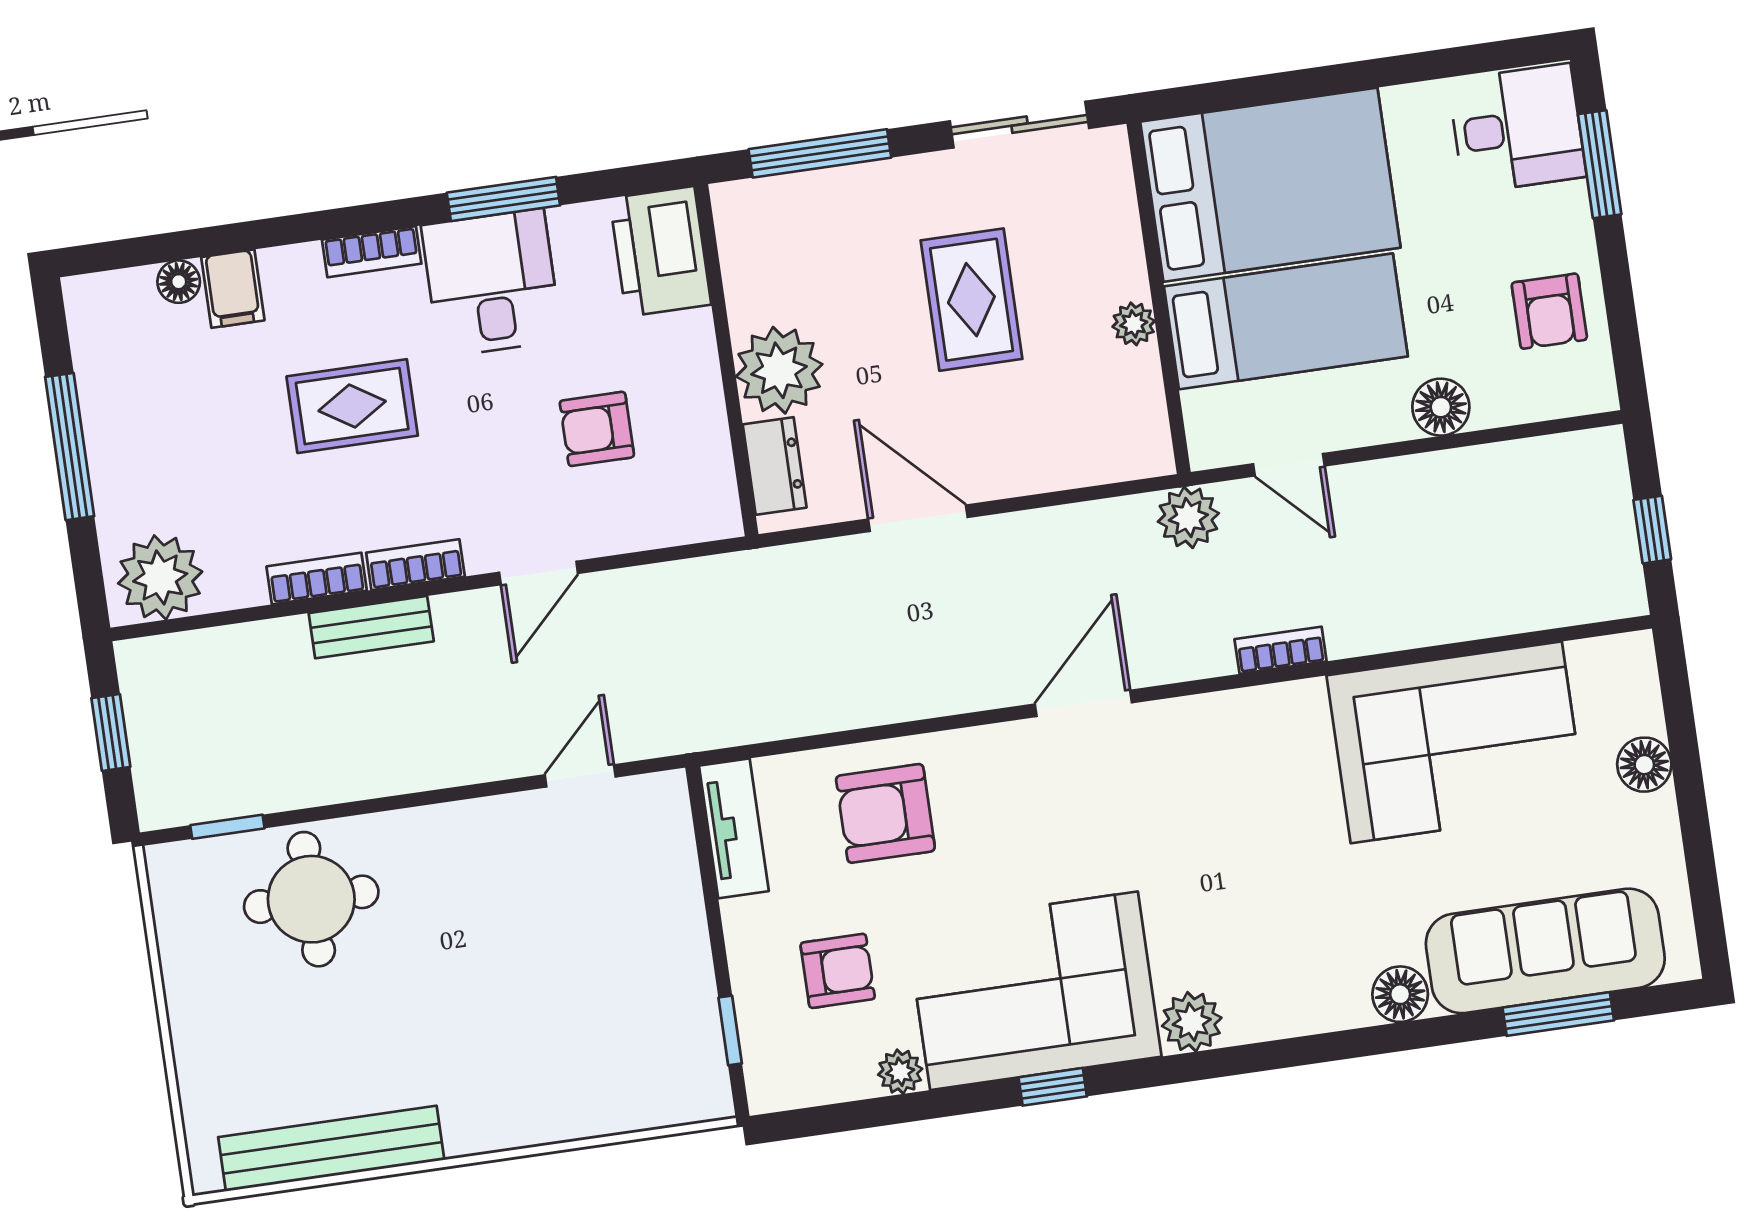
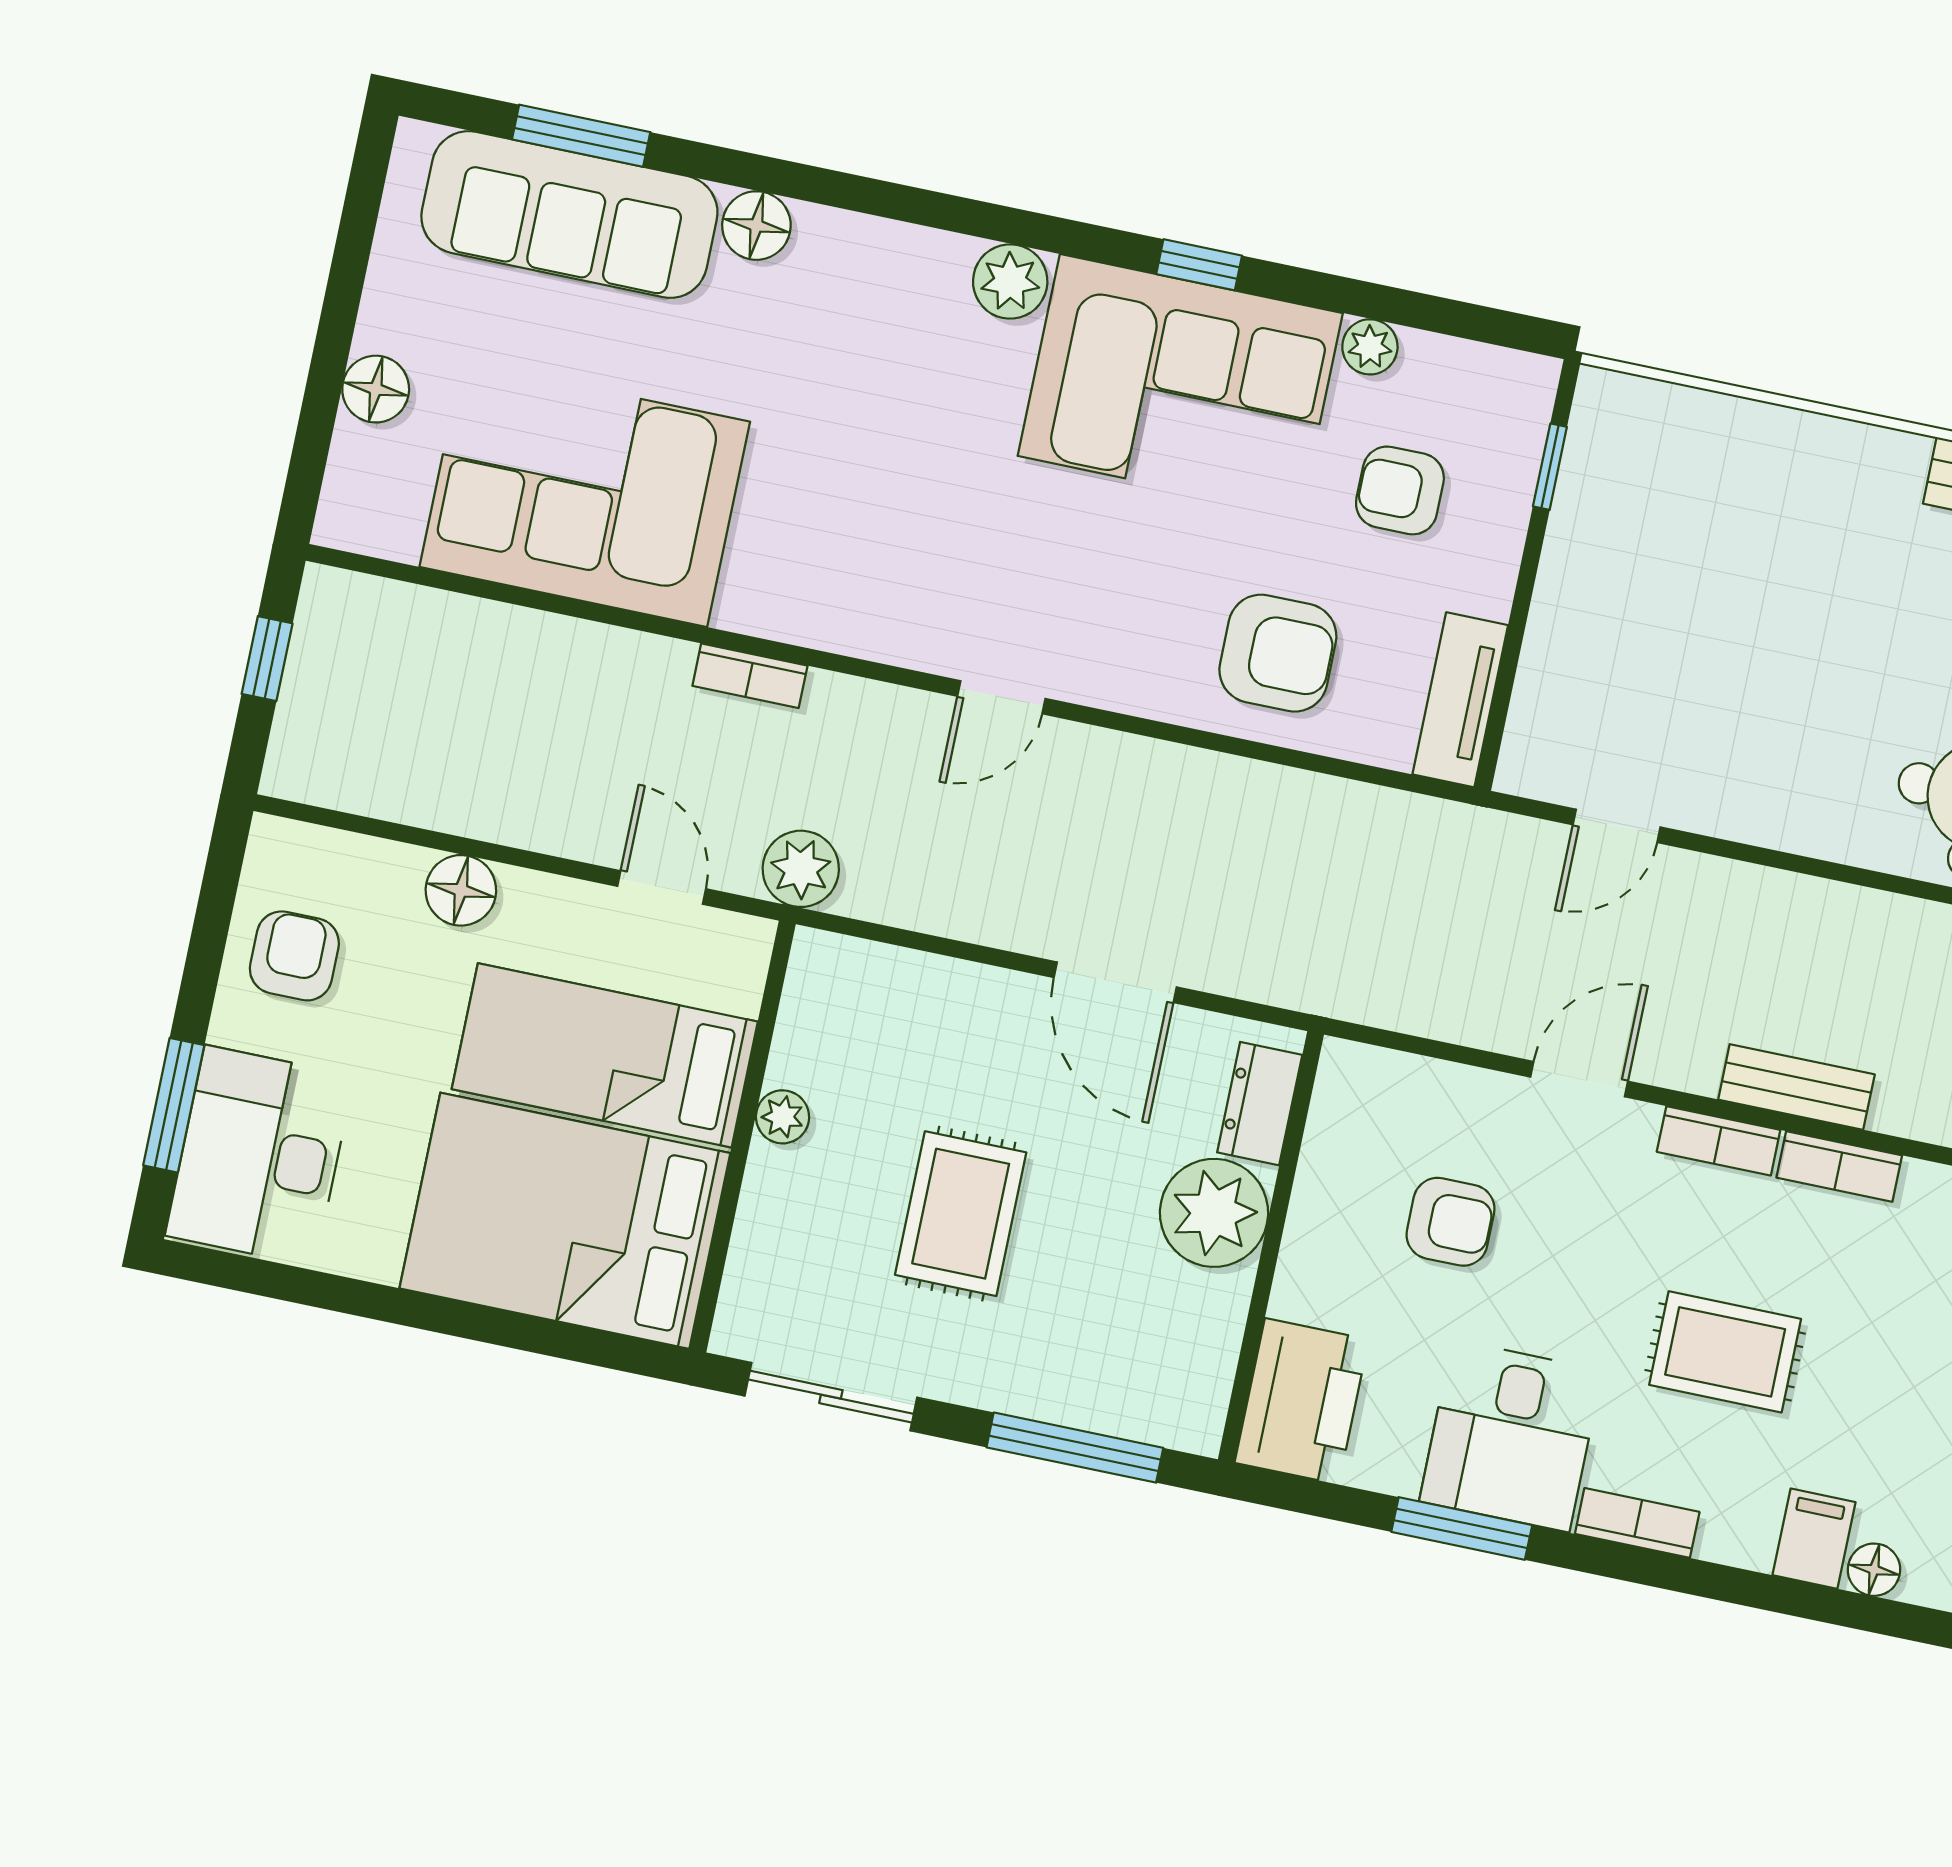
desk: (1517, 128) -> (260, 1156), width x1.37
door: (1083, 703) -> (1001, 697), width x0.73

